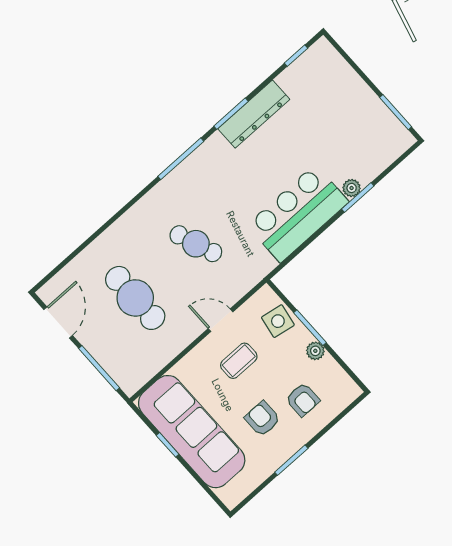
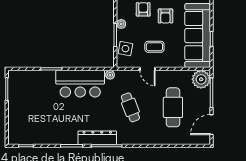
dresser: (254, 114) -> (97, 138), moved
plant: (352, 188) -> (110, 75), moved
plant: (131, 374) -> (201, 79), added

